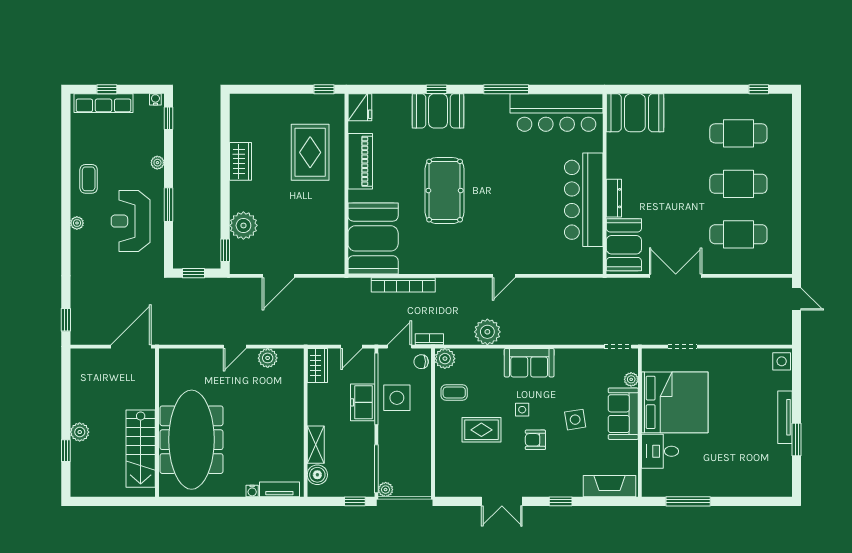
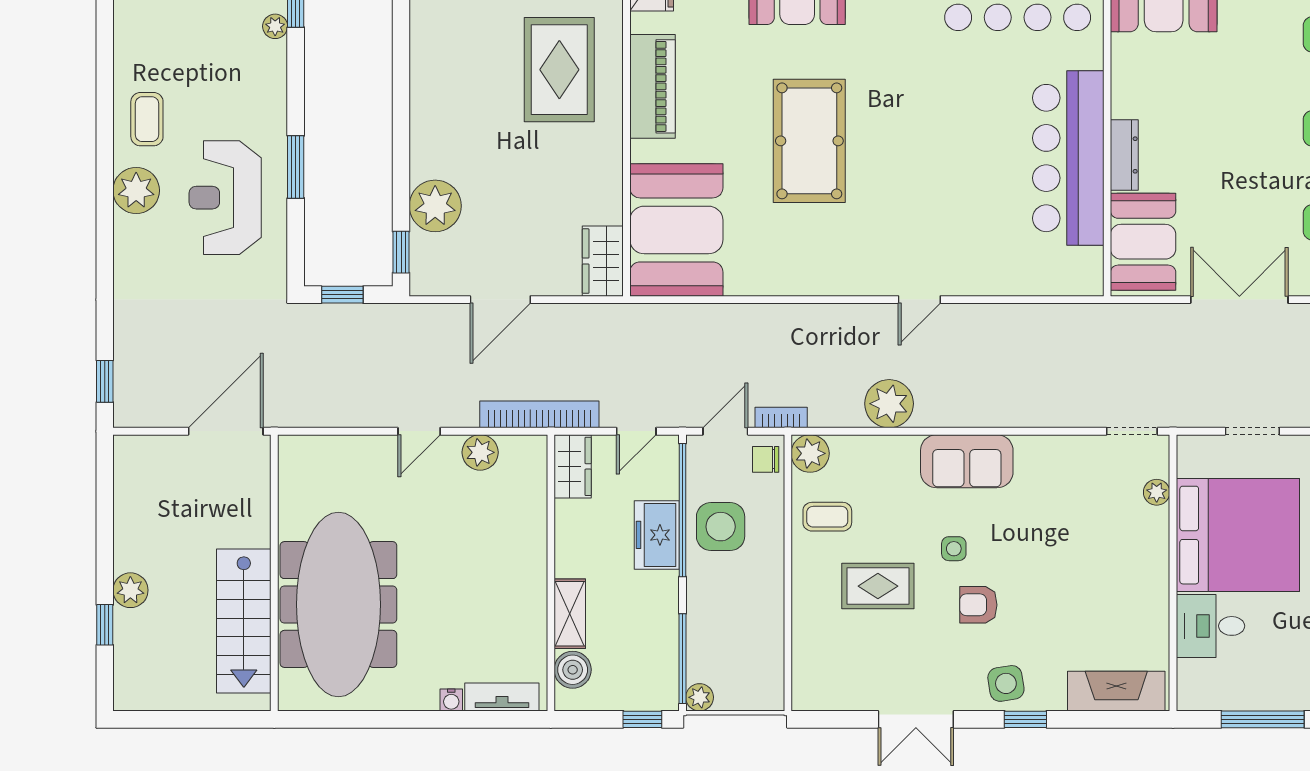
wardrobe: (241, 161) -> (603, 261), moved, turned 180
plant: (157, 163) -> (275, 26), moved
plant: (77, 223) -> (136, 190), width x1.88, depth x1.88
bookcase: (403, 285) -> (539, 414), moved, turned 180
sofa: (623, 414) -> (1142, 556), removed
side table: (575, 420) -> (1006, 683), moved

